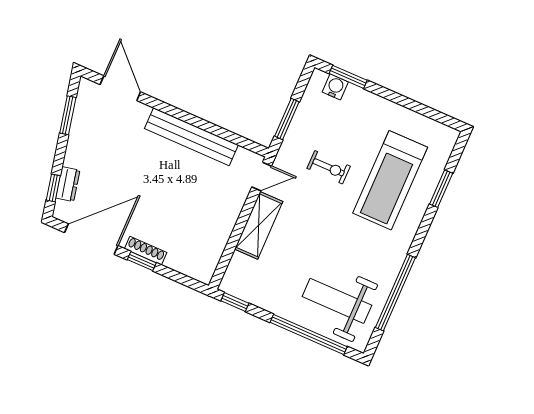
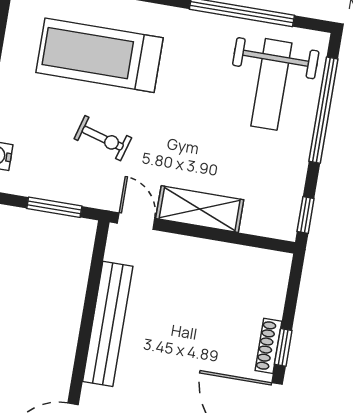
exercise bike: (329, 167) -> (103, 138), turned 106
treadmill: (390, 180) -> (100, 55), turned 180

